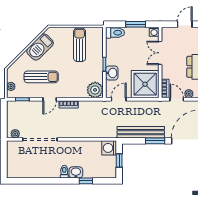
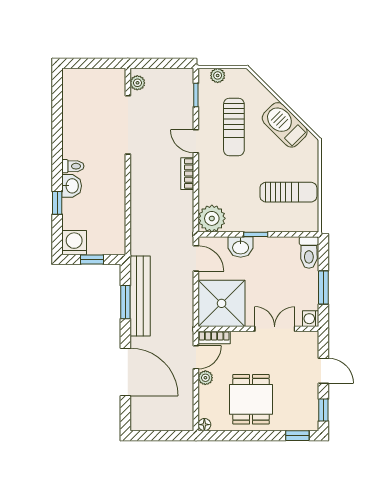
window: (155, 141) -> (125, 302), moved
washing machine: (109, 148) -> (74, 243), moved

